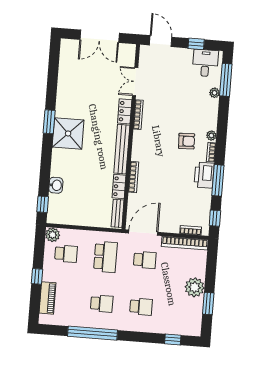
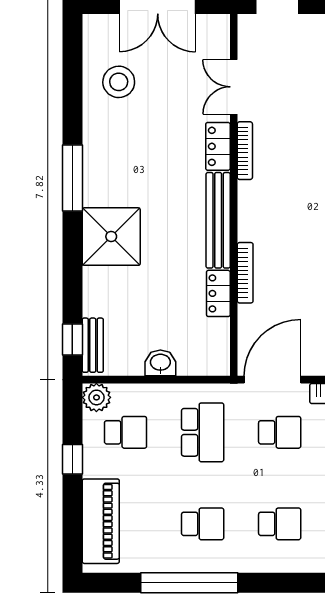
stool: (77, 74) -> (119, 82), added
window: (49, 122) -> (72, 178), width x1.44
shower: (68, 133) -> (111, 237), moved
washbasin: (56, 185) -> (160, 363), moved, turned -90
bench: (118, 213) -> (93, 345), moved
window: (37, 276) -> (72, 459), moved
piano: (47, 298) -> (101, 521), width x1.37, depth x1.33

